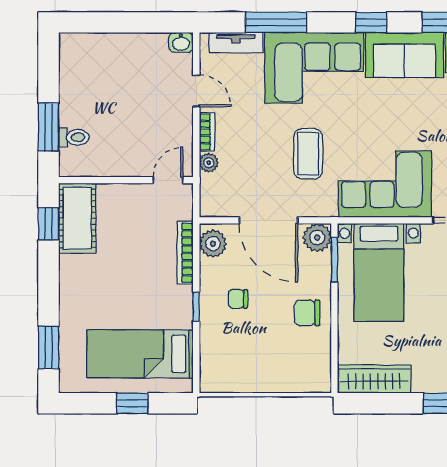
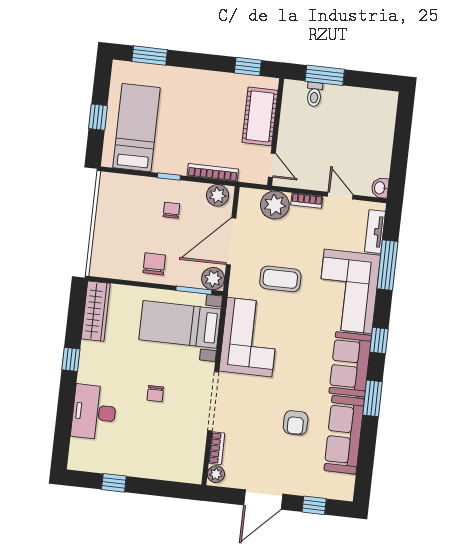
door: (196, 91) -> (340, 196), swing flipped
plant: (209, 163) -> (275, 205), width x1.88, depth x1.88
cot: (77, 218) -> (260, 116), moved, turned 90

